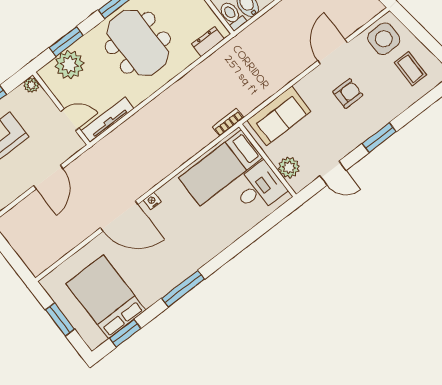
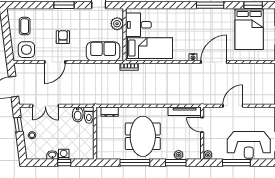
plant: (69, 65) -> (179, 155), width x0.53, depth x0.53
armchair: (348, 93) -> (63, 37), turned 90
door: (119, 216) -> (214, 62), hinge flipped

